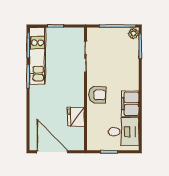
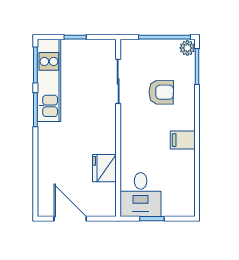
armchair: (97, 95) -> (161, 92), moved
filing cabinet: (130, 104) -> (183, 140), width x0.50
desk: (124, 132) -> (141, 195), moved, turned 90
door: (52, 152) -> (70, 219), width x0.73

